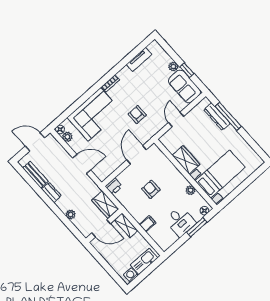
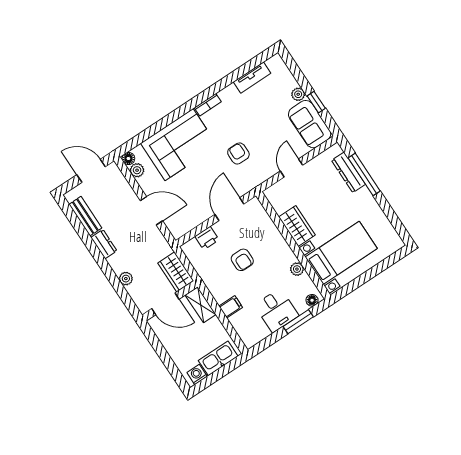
printer: (114, 186) -> (207, 238), moved
armchair: (151, 189) -> (242, 260), turned 180

